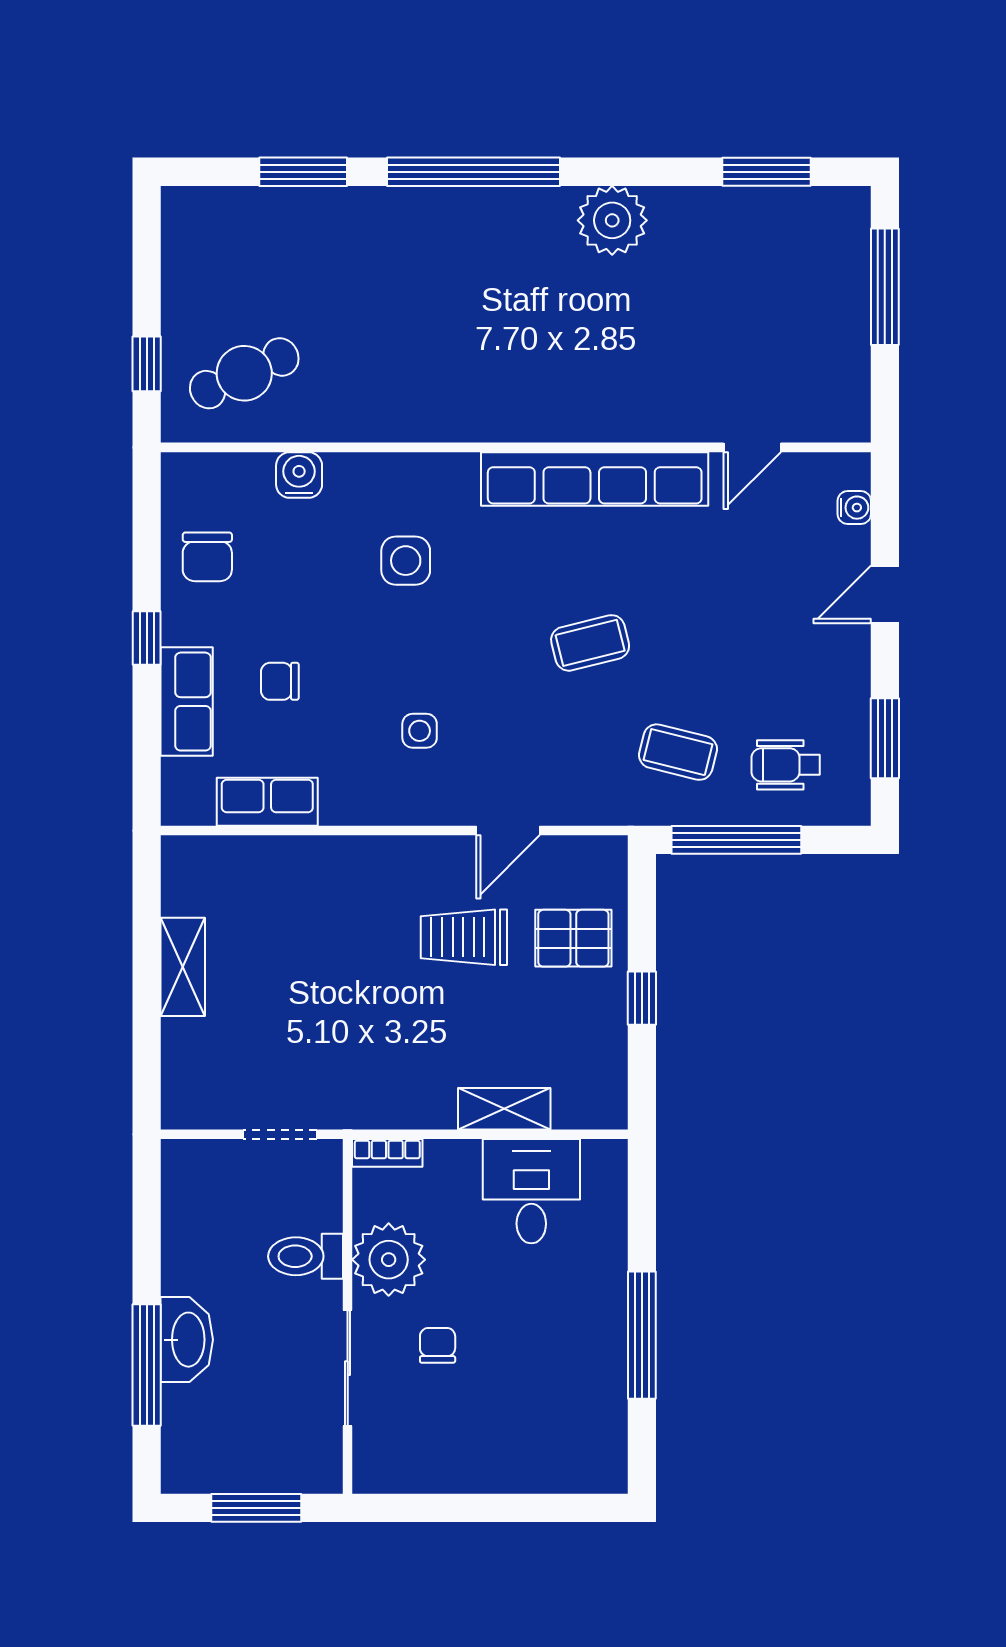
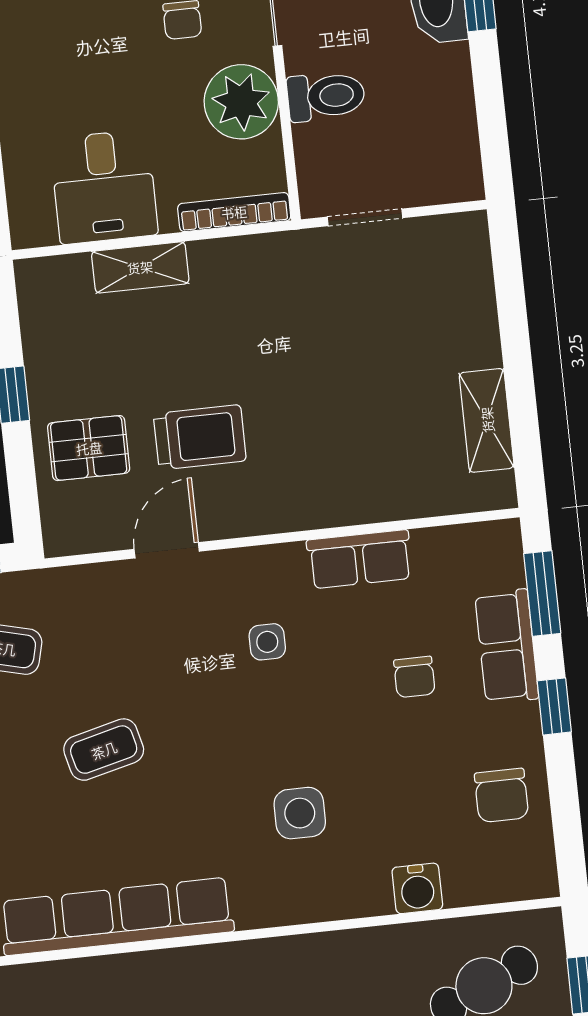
chair: (207, 557) -> (501, 795), turned 180
chair: (280, 681) -> (414, 677), turned 90
window: (147, 749) -> (542, 593), added
row of seats: (267, 802) -> (359, 559), moved
shelving: (183, 967) -> (487, 420), moved
bookcase: (387, 1153) -> (234, 212), width x1.56

